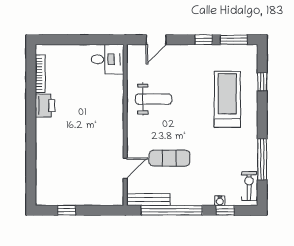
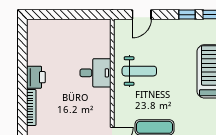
desk: (108, 59) -> (95, 73), moved
bookcase: (40, 74) -> (31, 108), moved

